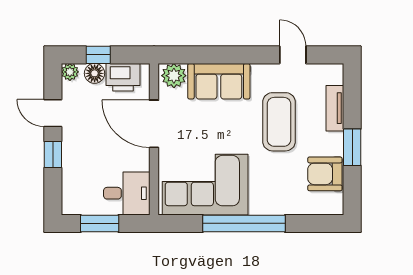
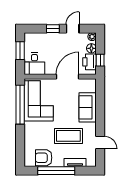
window: (98, 55) -> (100, 60), moved
door: (293, 55) -> (100, 142), hinge flipped
plant: (174, 76) -> (90, 86), removed
window: (352, 147) -> (56, 171), width x2.11
armchair: (325, 174) -> (44, 158), turned -90
window: (244, 223) -> (20, 105), moved

